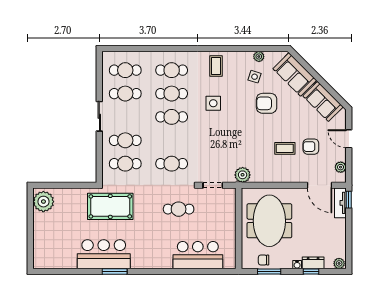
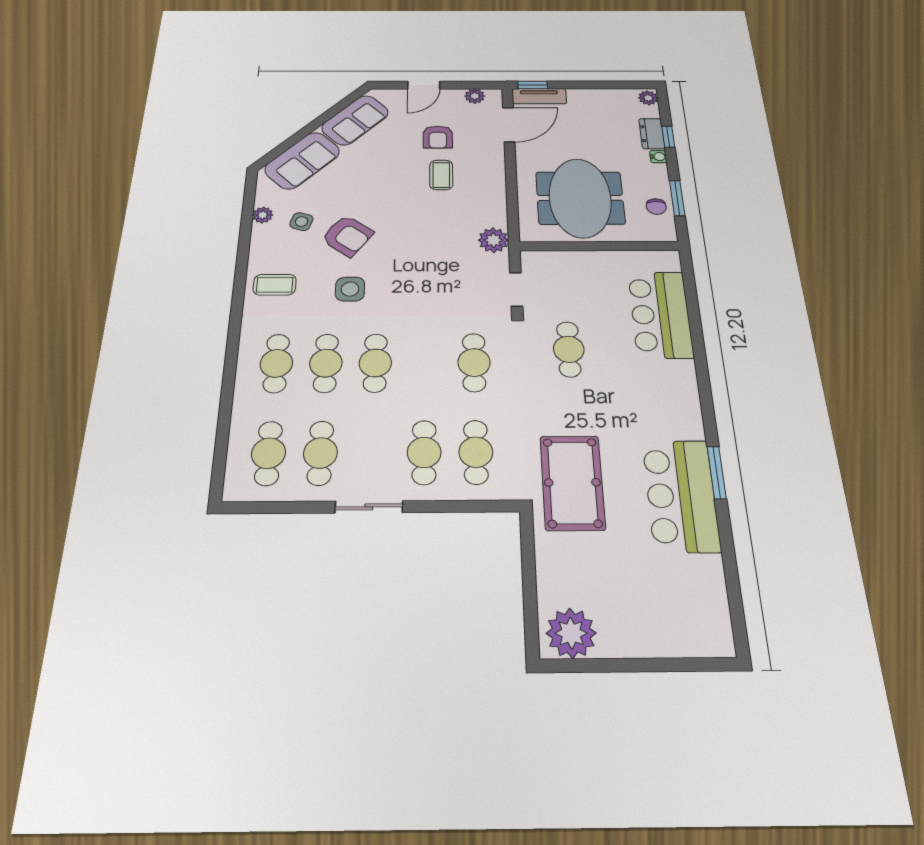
armchair: (267, 103) -> (347, 236), moved, turned -54
meeting table: (269, 221) -> (580, 198), turned 90

